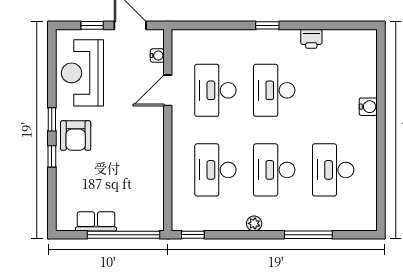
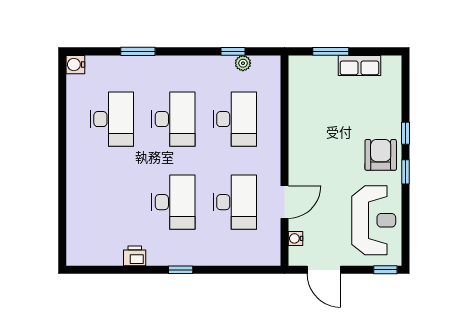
window: (92, 25) -> (385, 270), moved
water cooler: (368, 107) -> (75, 65), moved
plant: (254, 223) -> (243, 63), moved
window: (123, 235) -> (331, 51), width x0.47
window: (193, 235) -> (233, 51), moved
window: (308, 235) -> (138, 51), width x0.69

